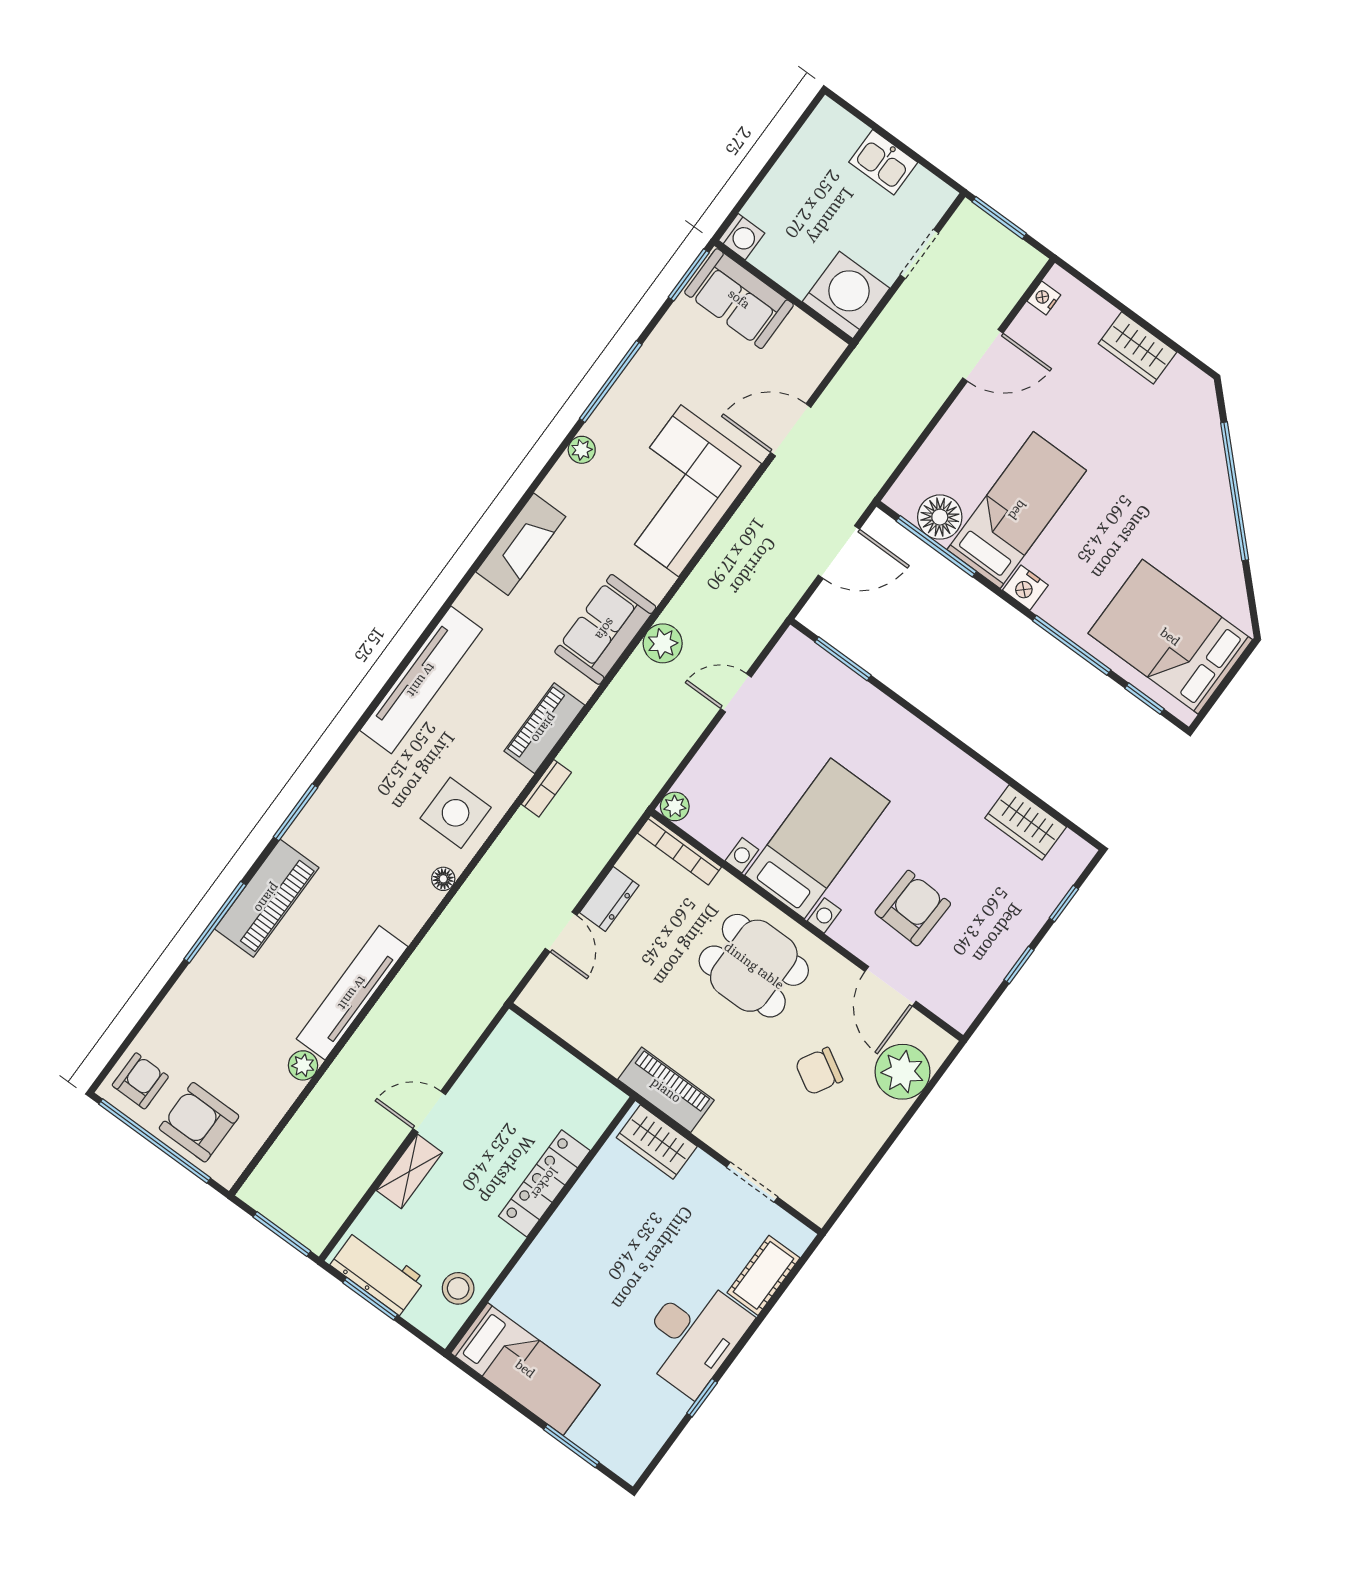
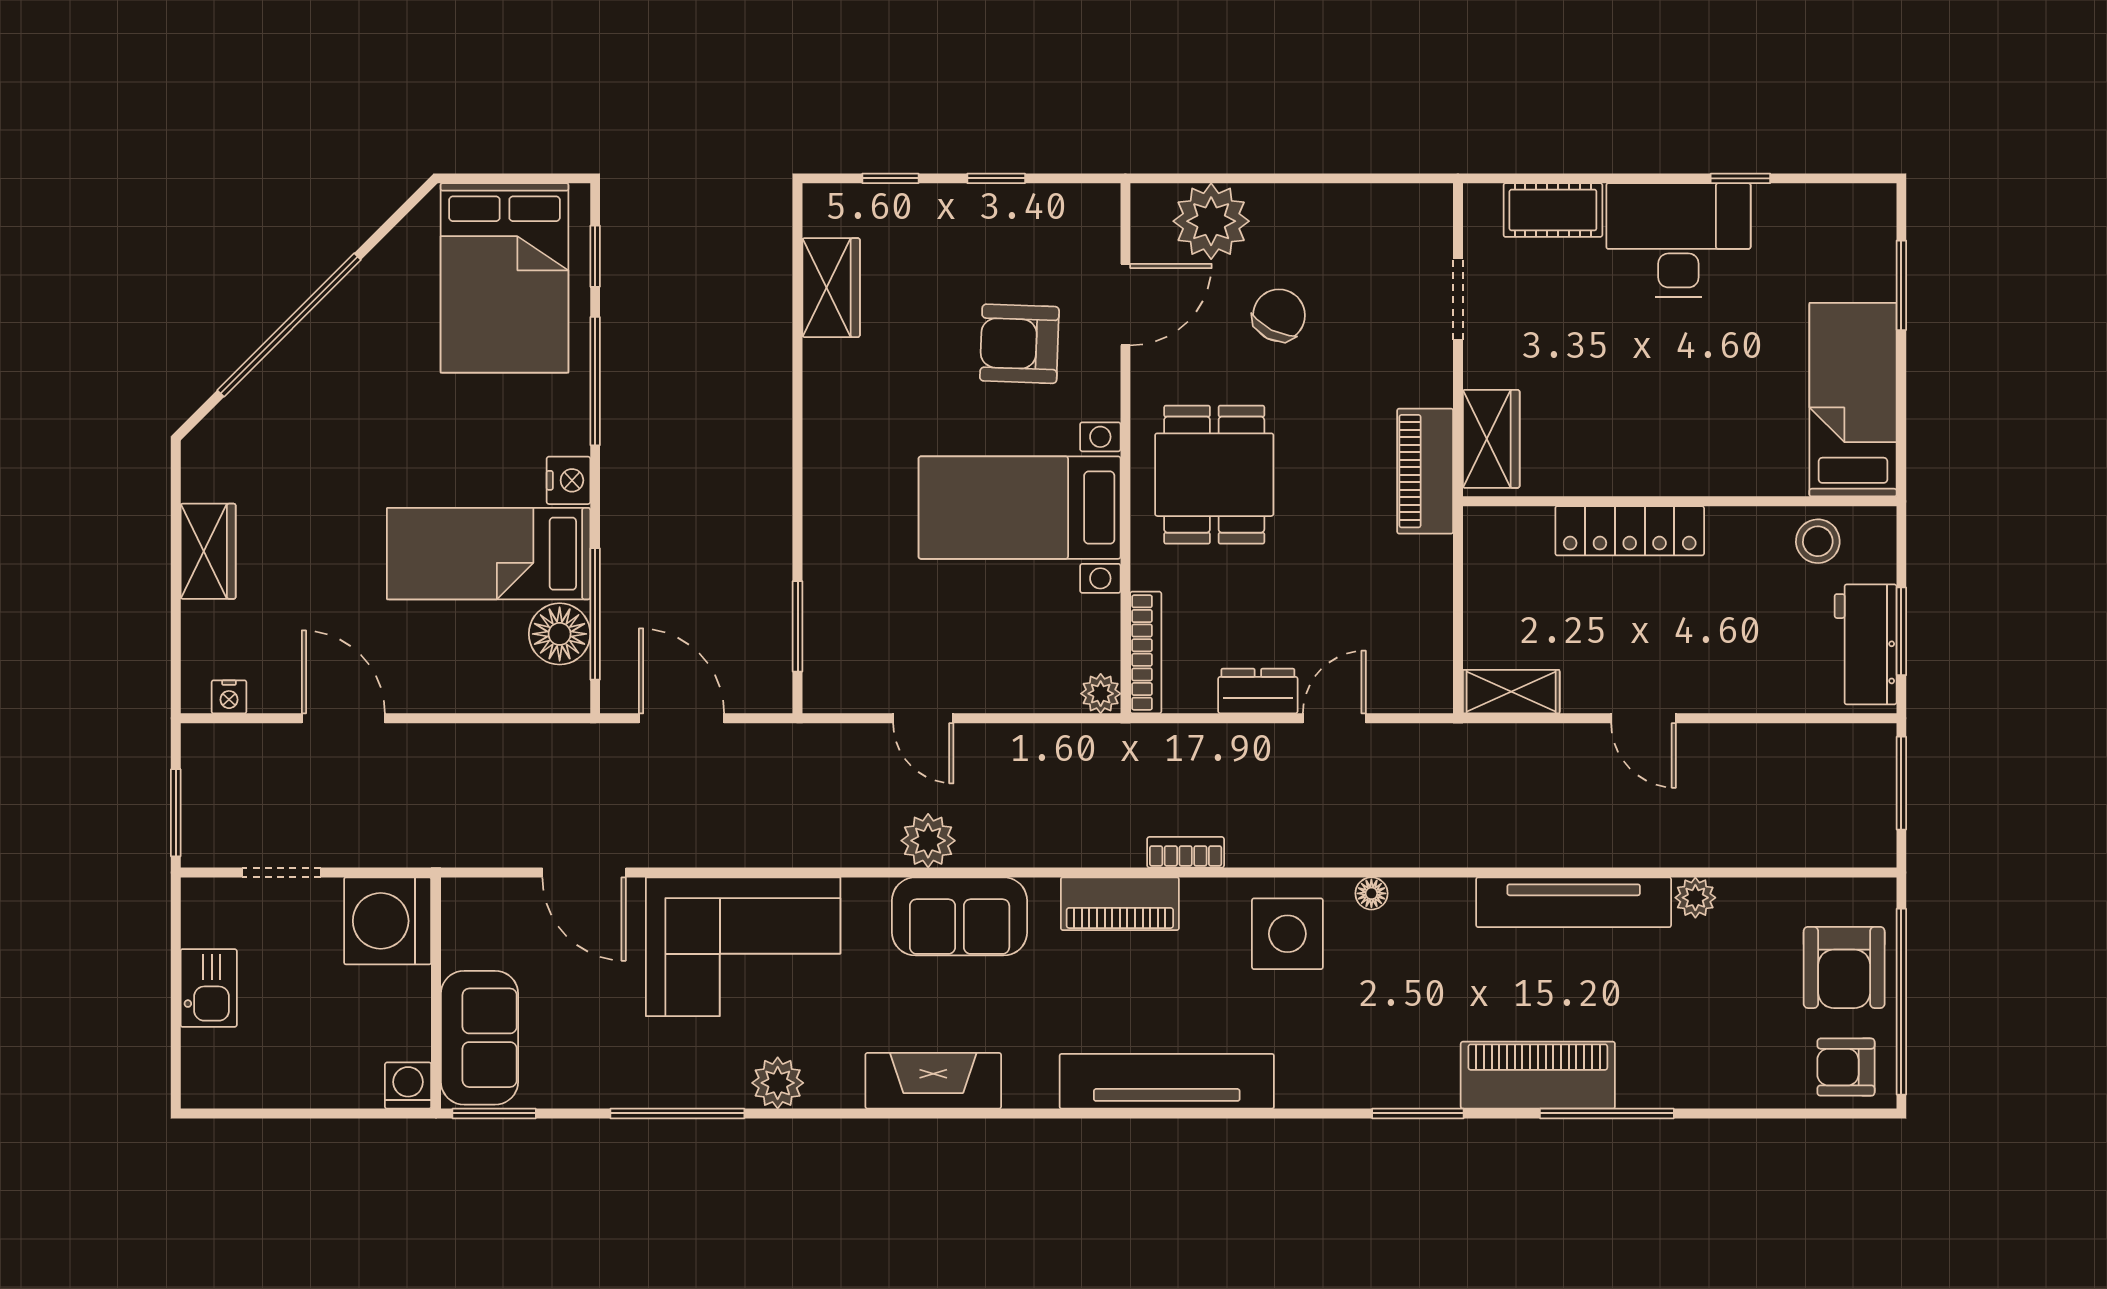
plant: (582, 450) -> (778, 1083), width x1.38, depth x1.38
chair: (819, 1071) -> (1279, 315), turned -93
shelving: (409, 1171) -> (1511, 692), moved

